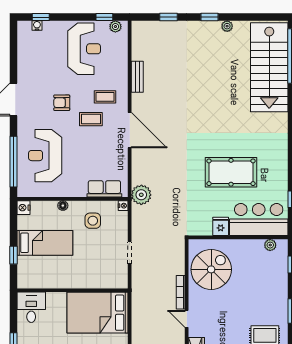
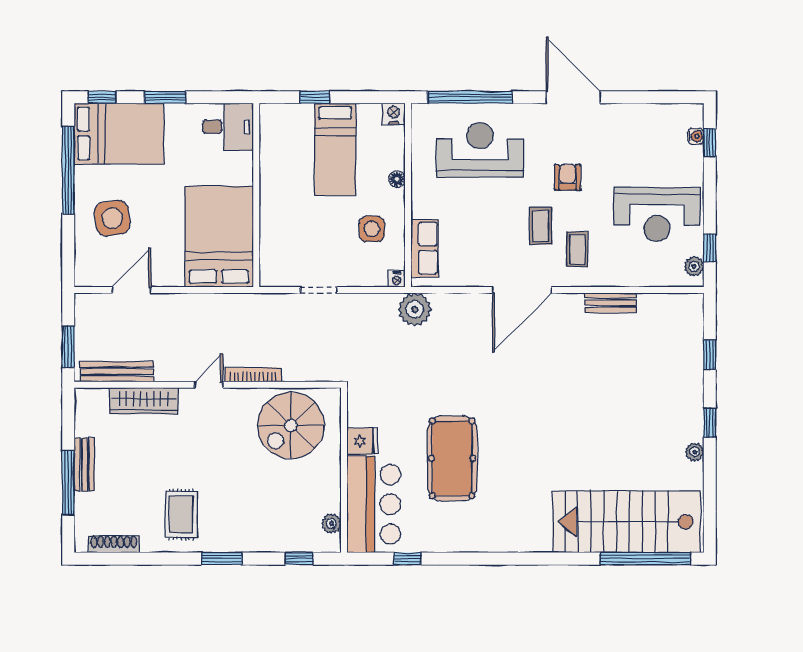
spiral stairs: (211, 269) -> (291, 425), turned 90

